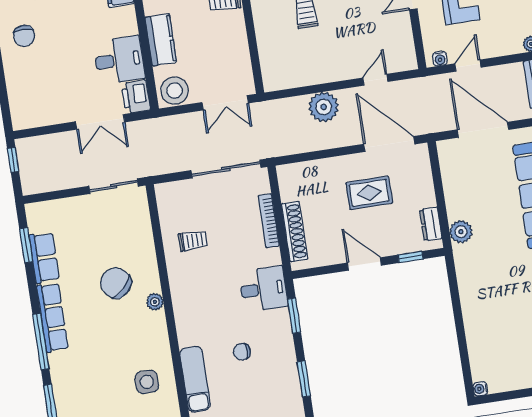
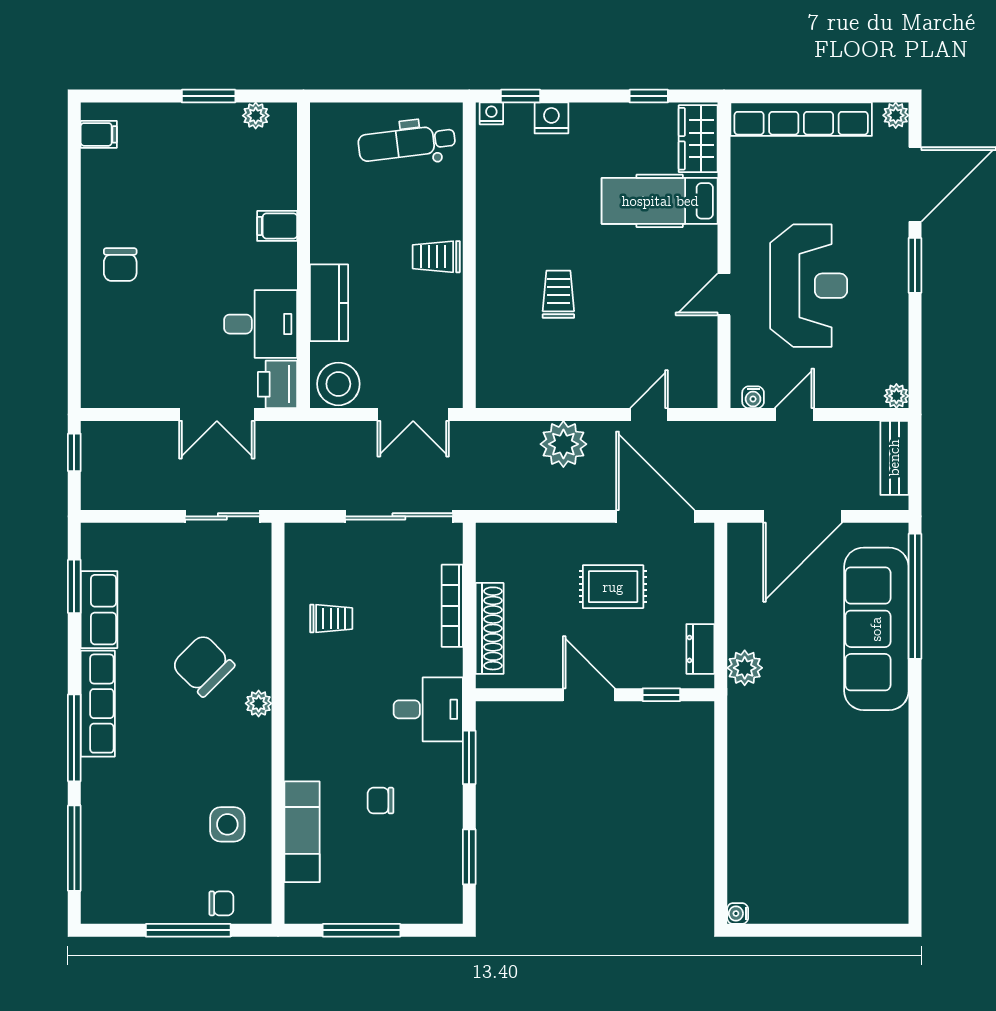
door: (483, 130) -> (803, 516), swing flipped

